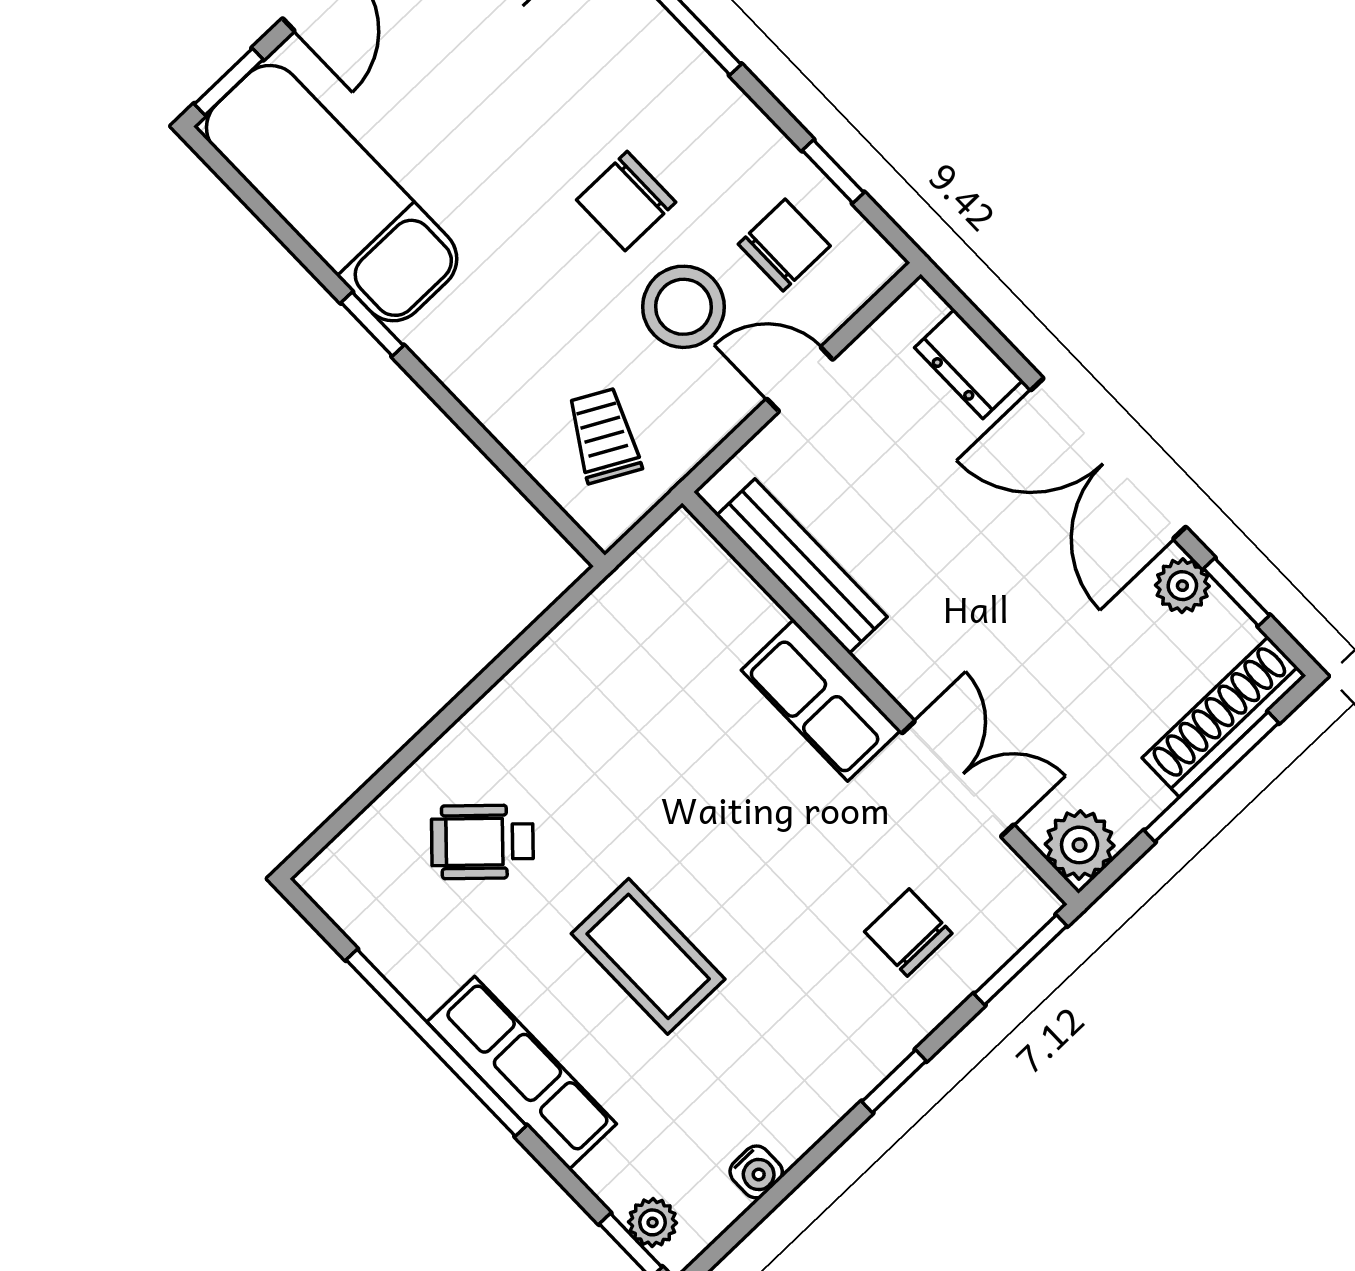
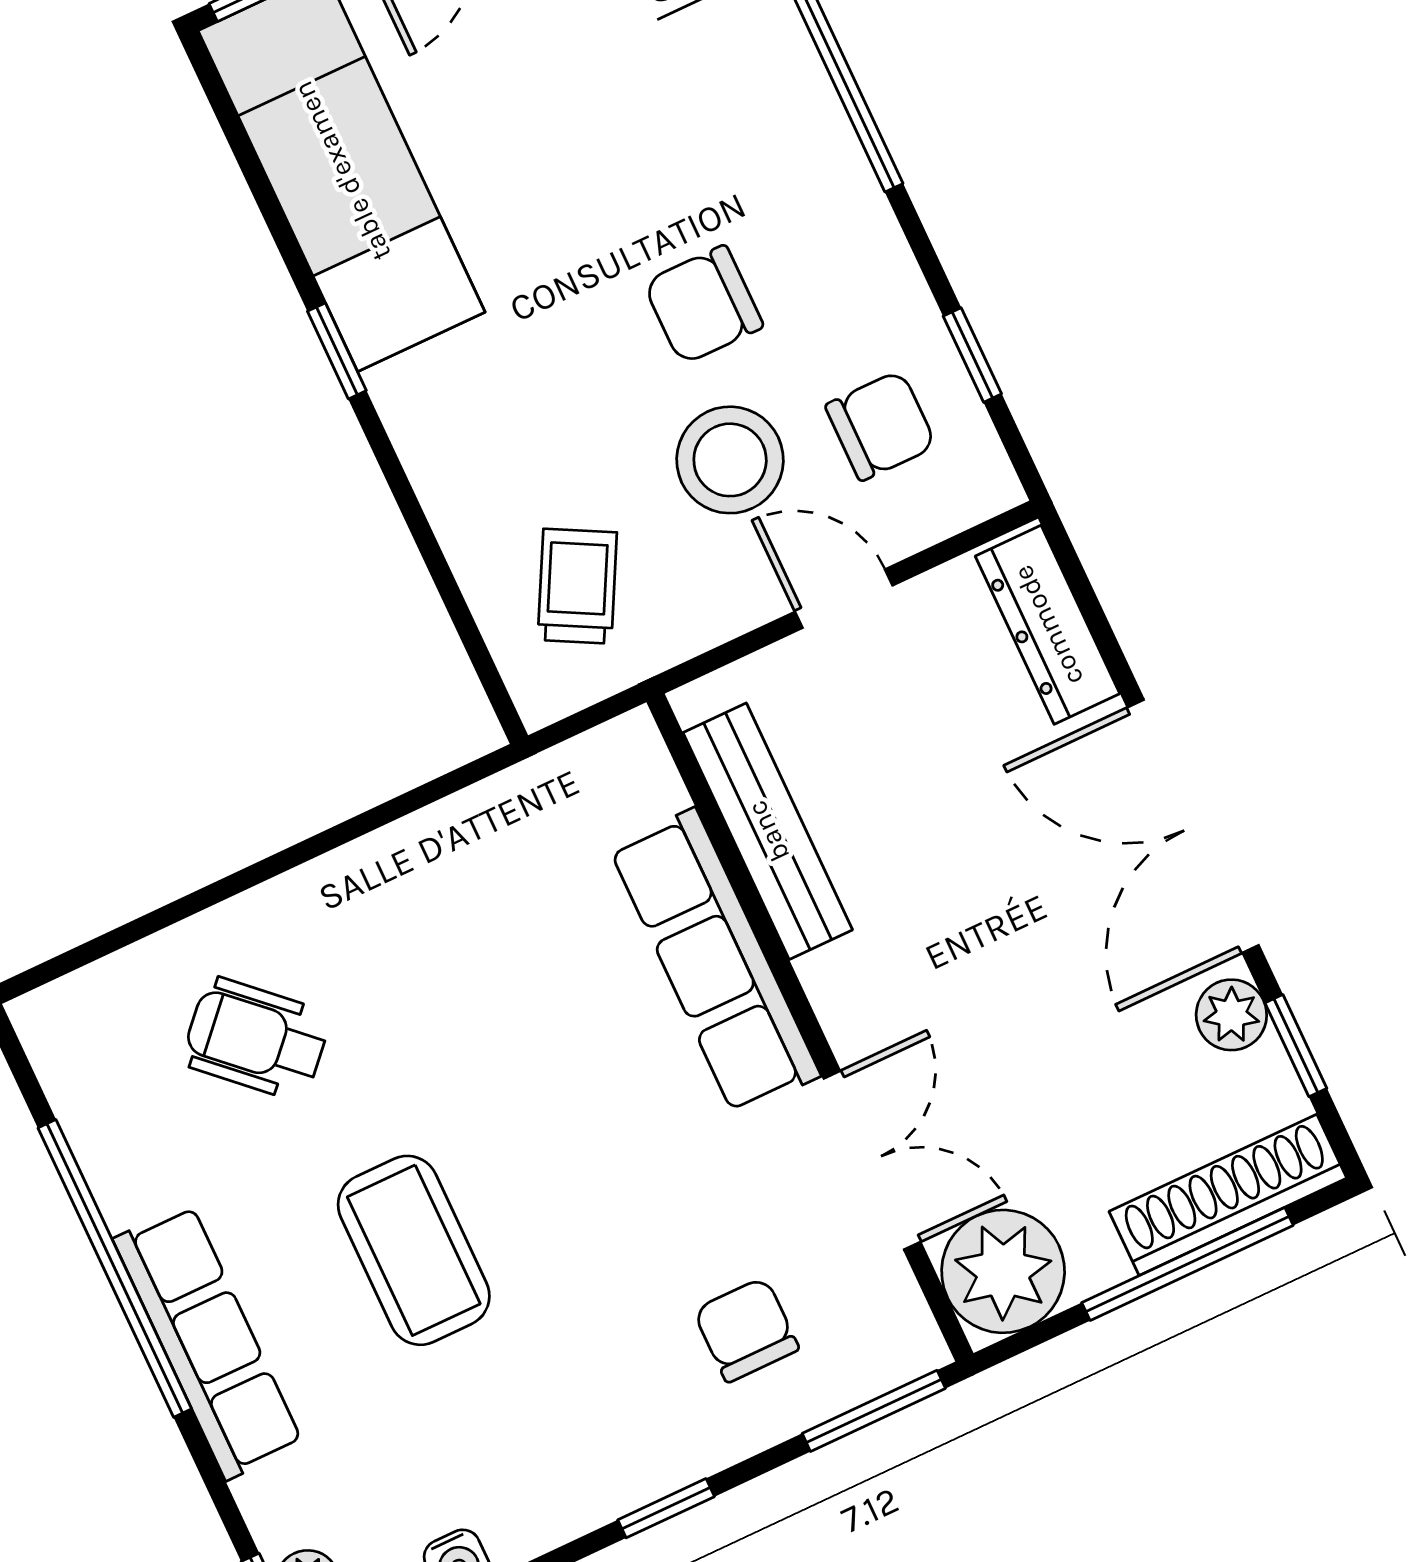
dresser: (969, 364) -> (1048, 625), width x1.44
row of seats: (821, 700) -> (715, 962), width x1.48
plant: (1080, 845) -> (1003, 1271), width x1.36, depth x1.36

